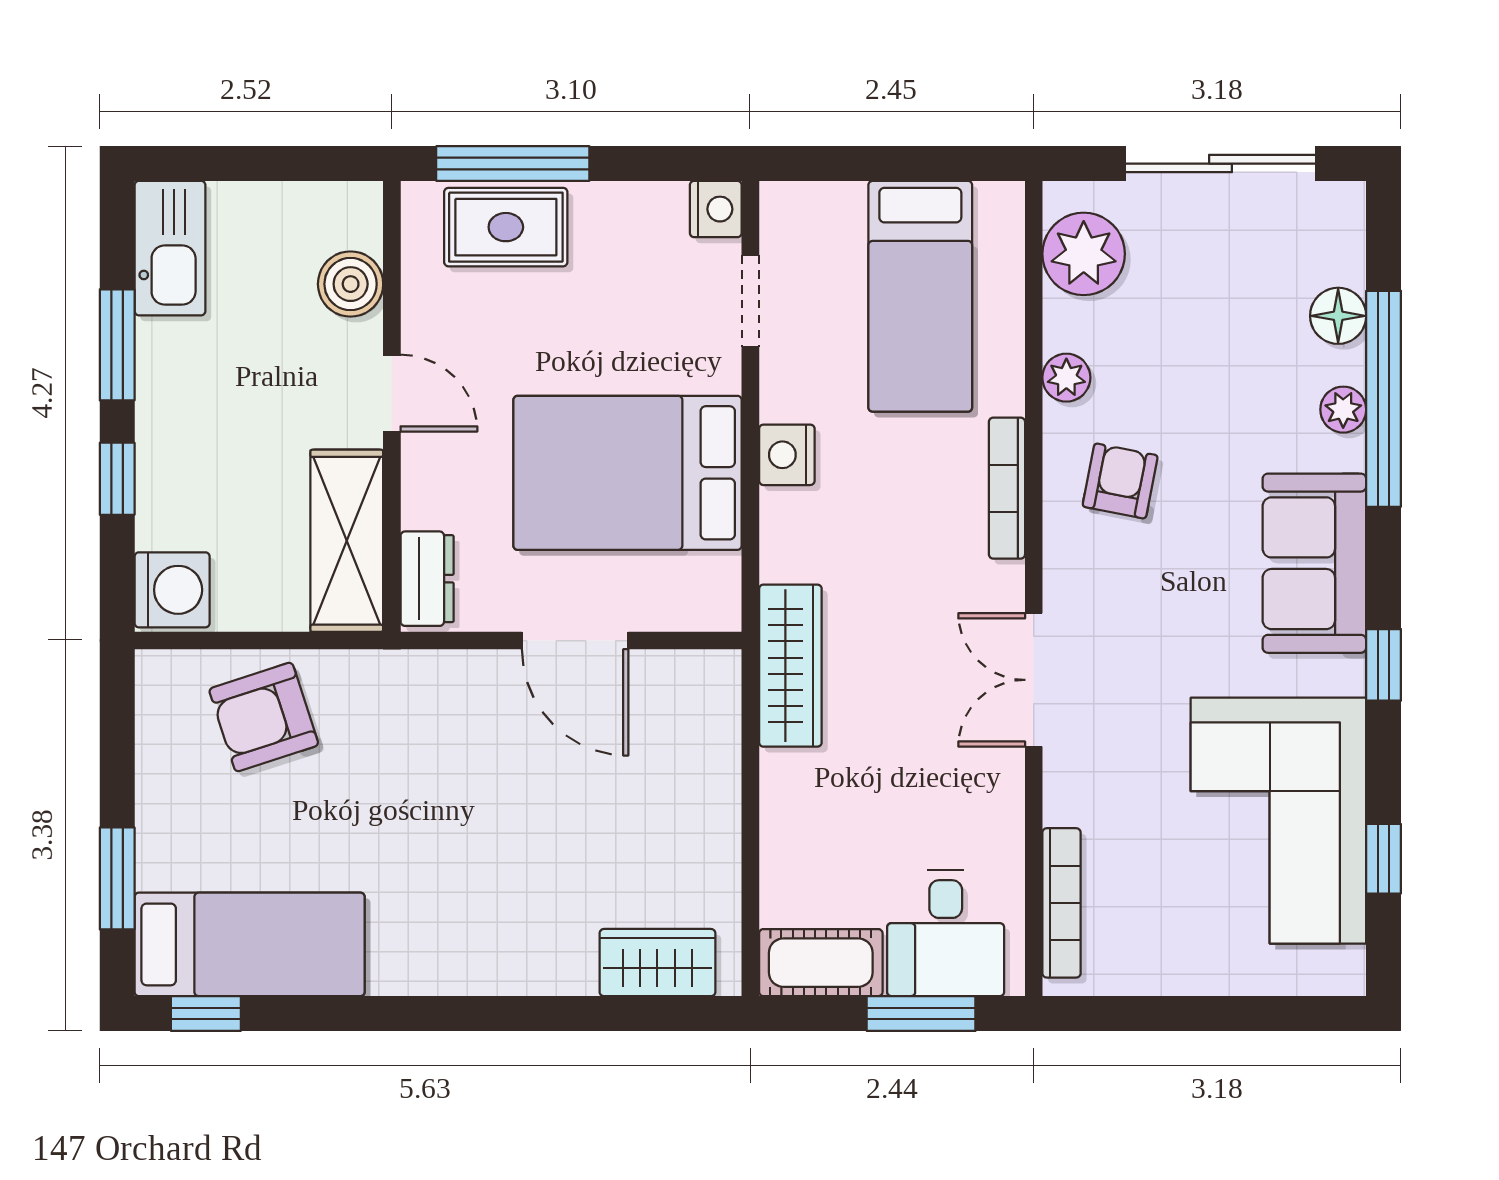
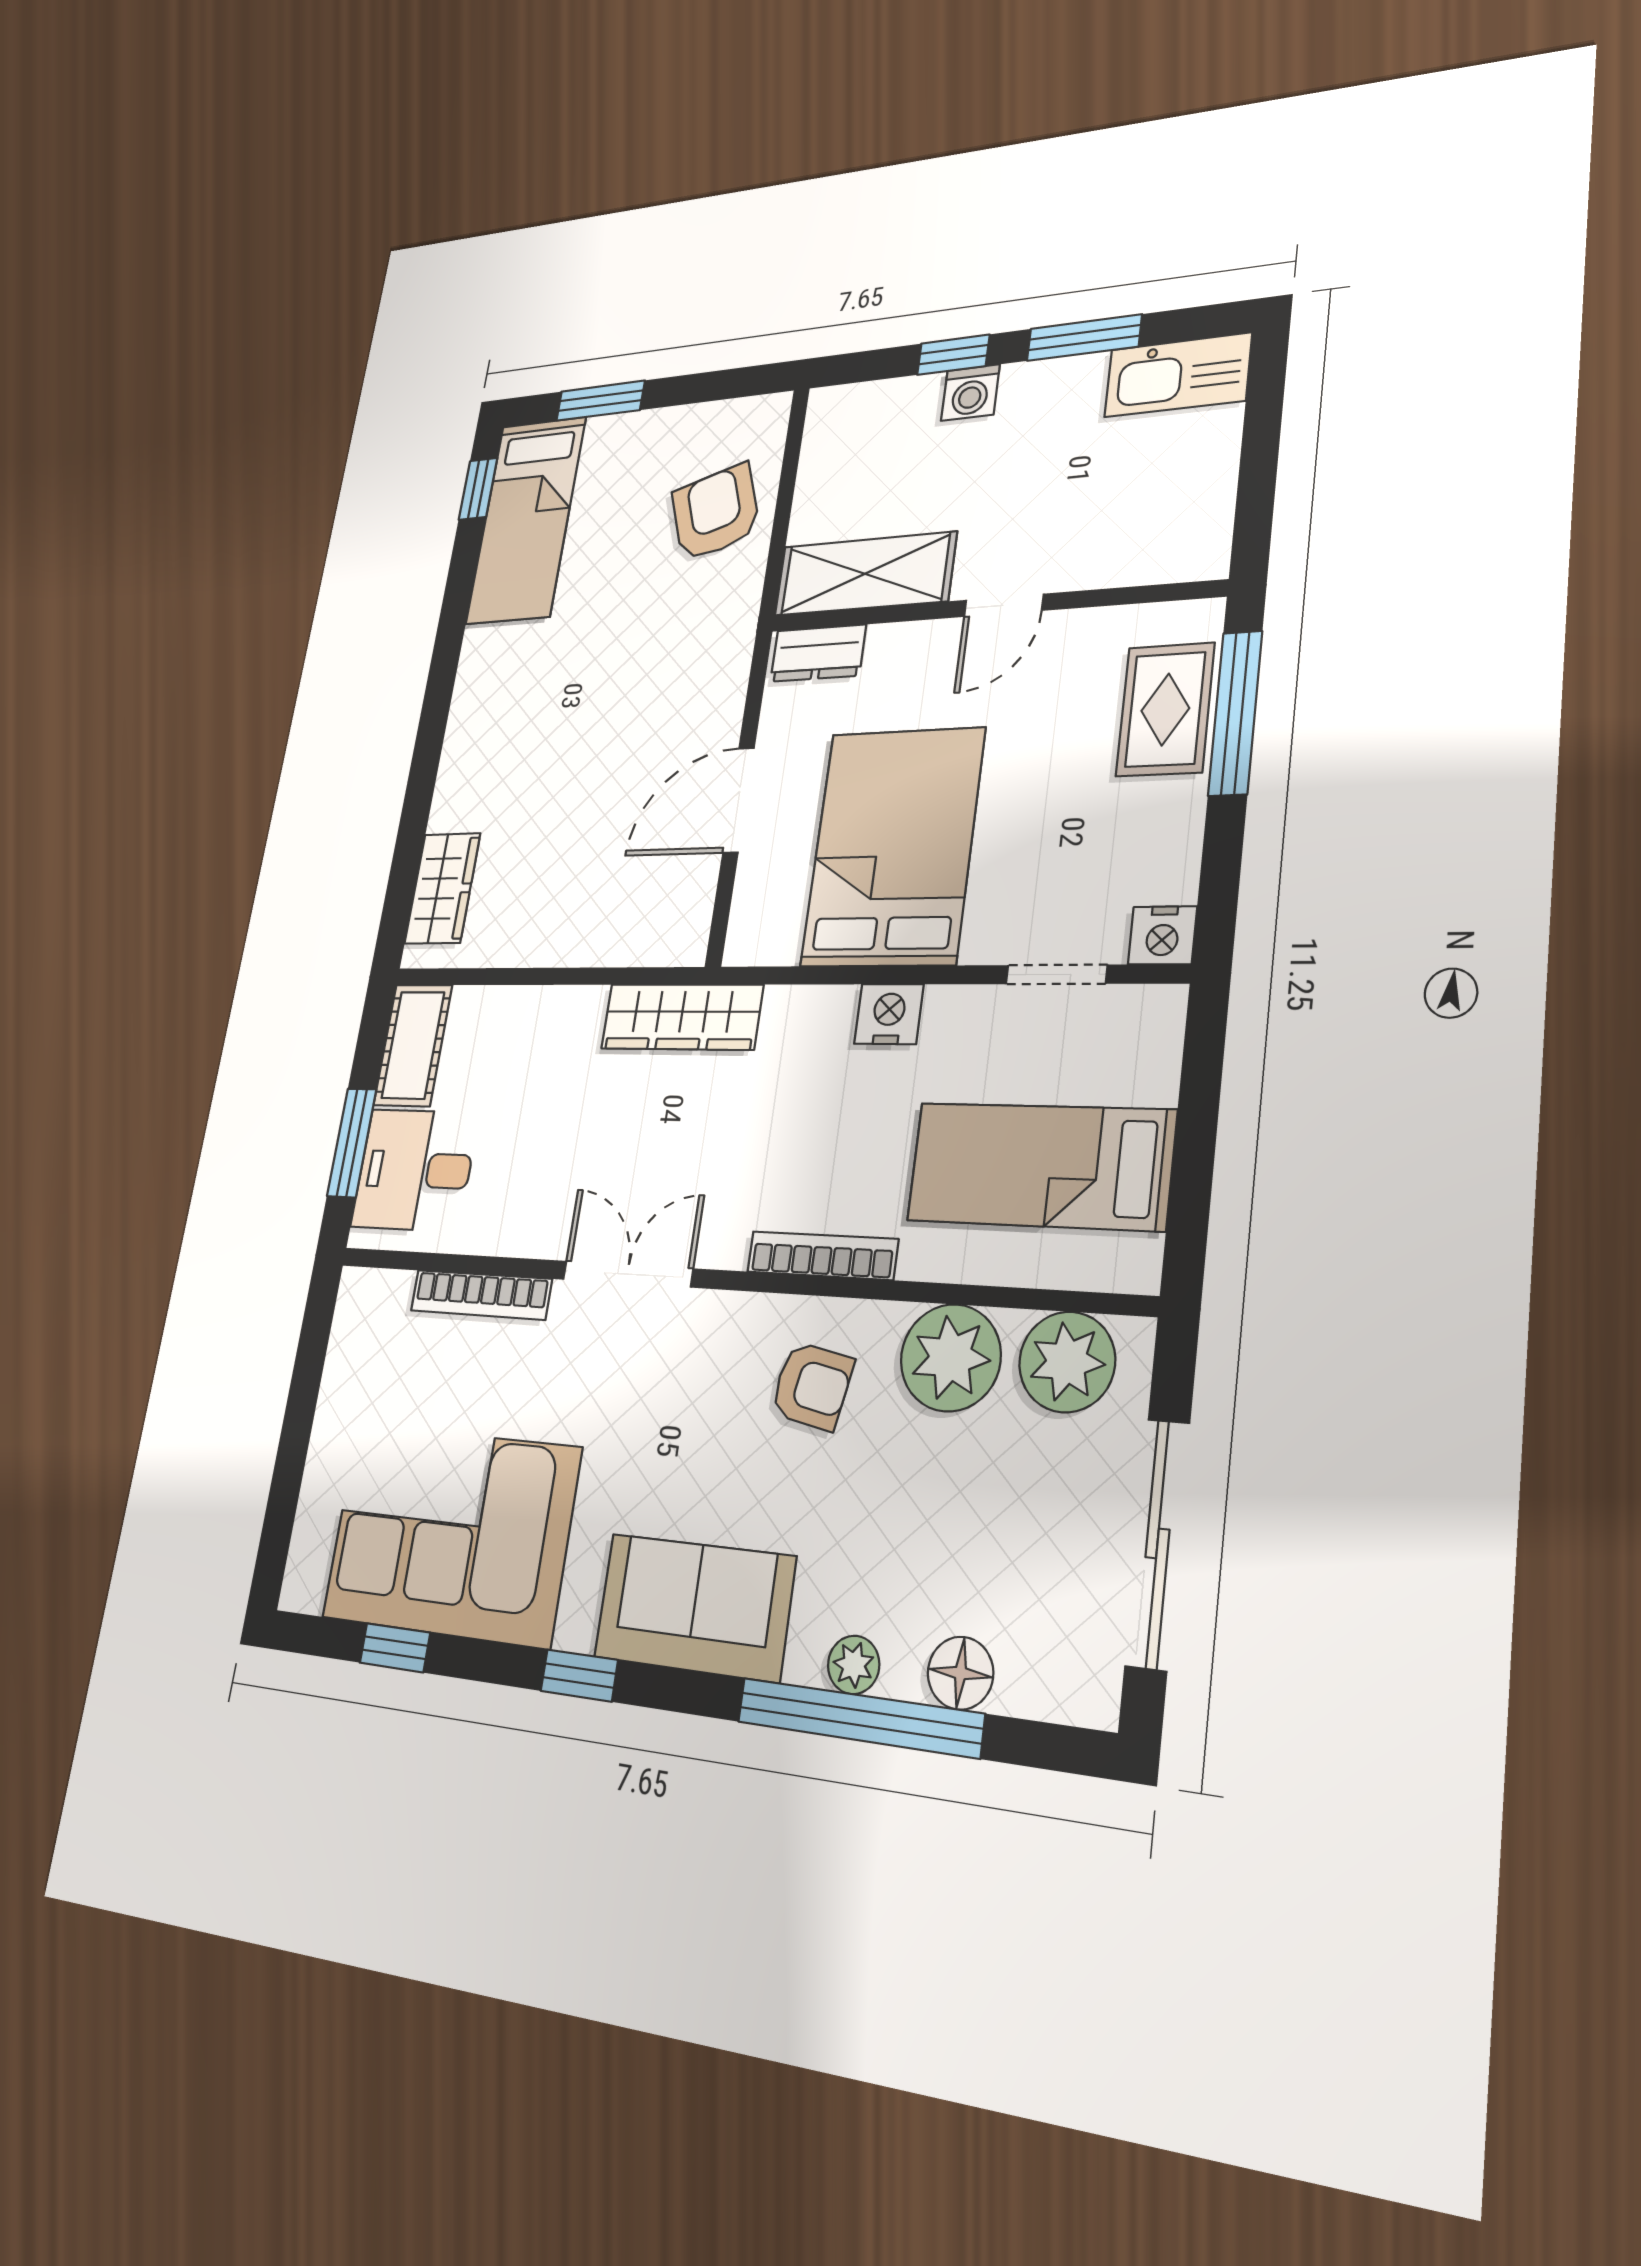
boiler: (351, 284) -> (1121, 555), removed
plant: (1066, 378) -> (951, 1358), width x1.87, depth x1.87
washing machine: (172, 590) -> (970, 393), moved, width x0.73, depth x0.73
bookcase: (1061, 903) -> (481, 1295), moved

